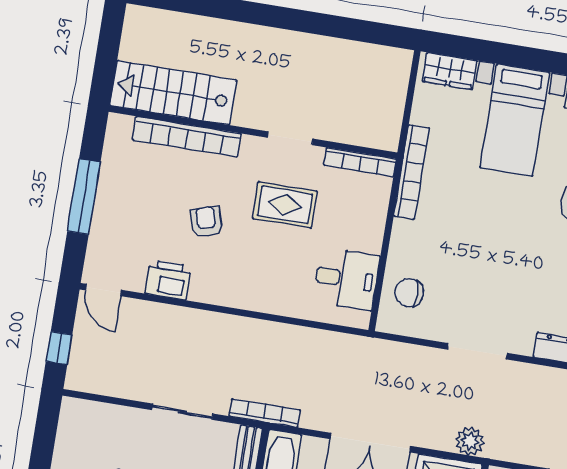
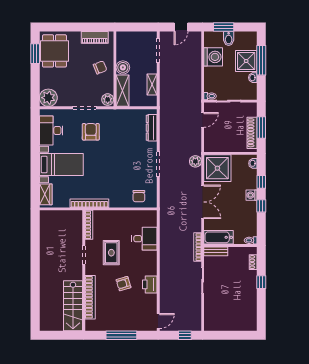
desk: (346, 279) -> (144, 239), moved, turned 90
printer: (168, 280) -> (150, 284), moved

